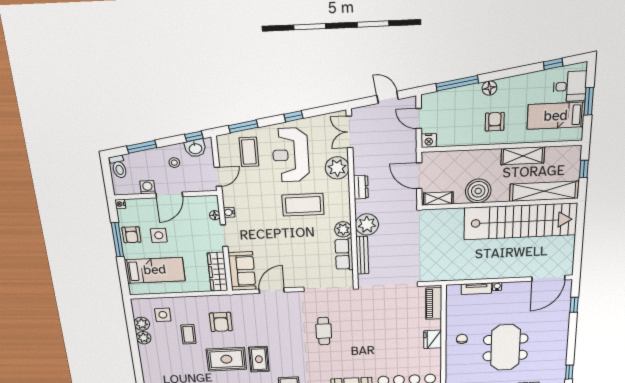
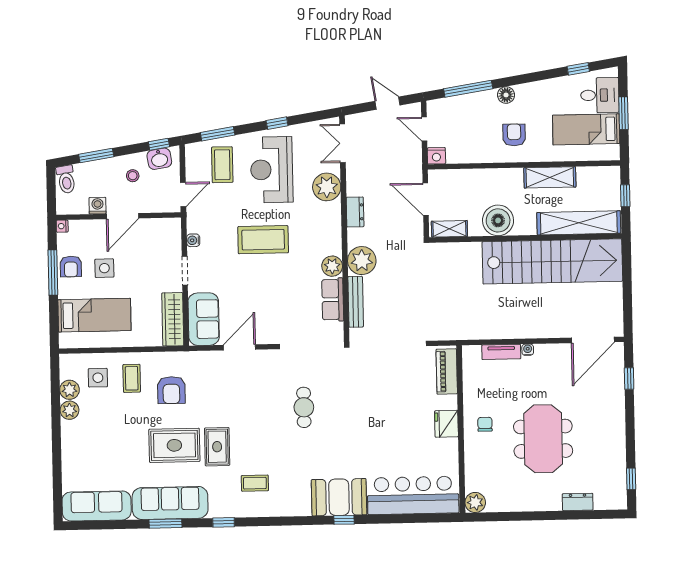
coffee table: (303, 205) -> (263, 240), moved
floor lamp: (215, 215) -> (175, 244), removed
coffee table: (188, 334) -> (132, 378), moved

